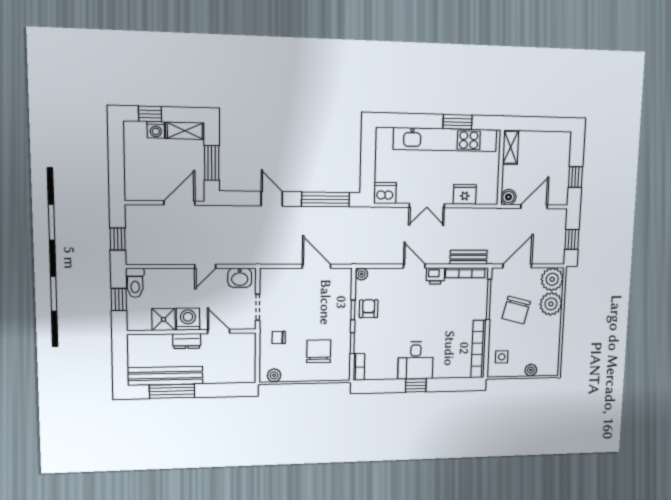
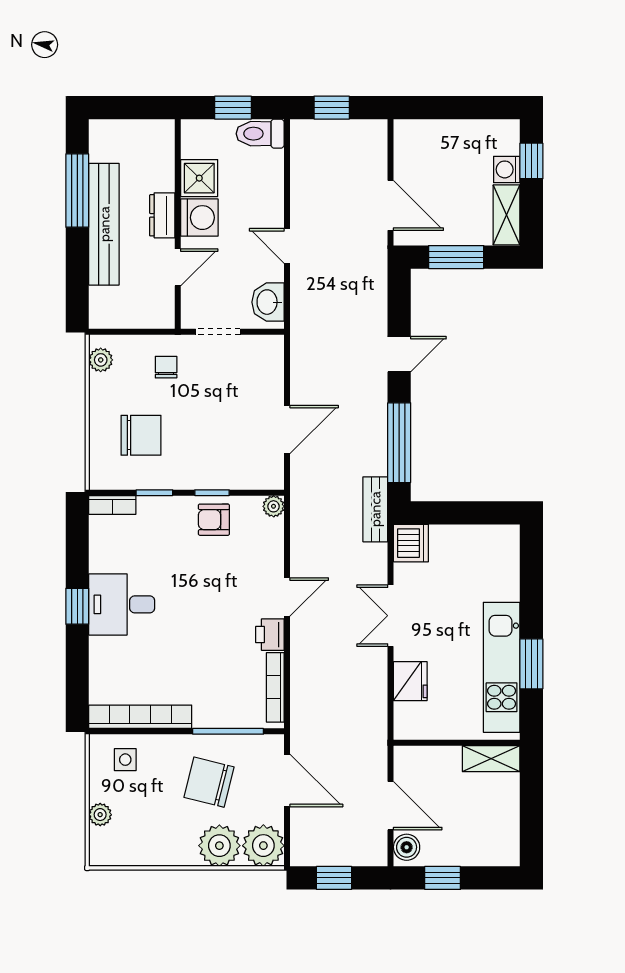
kitchen unit: (445, 140) -> (502, 667), width x0.73
boiler: (508, 197) -> (407, 847), moved
bench: (469, 257) -> (375, 509), moved
armchair: (369, 309) -> (214, 520), turned 180
bench: (165, 376) -> (104, 224), moved

